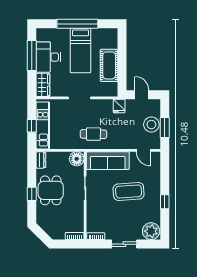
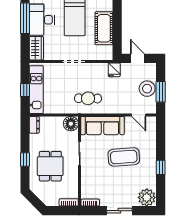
dining table: (51, 190) -> (50, 166), moved

